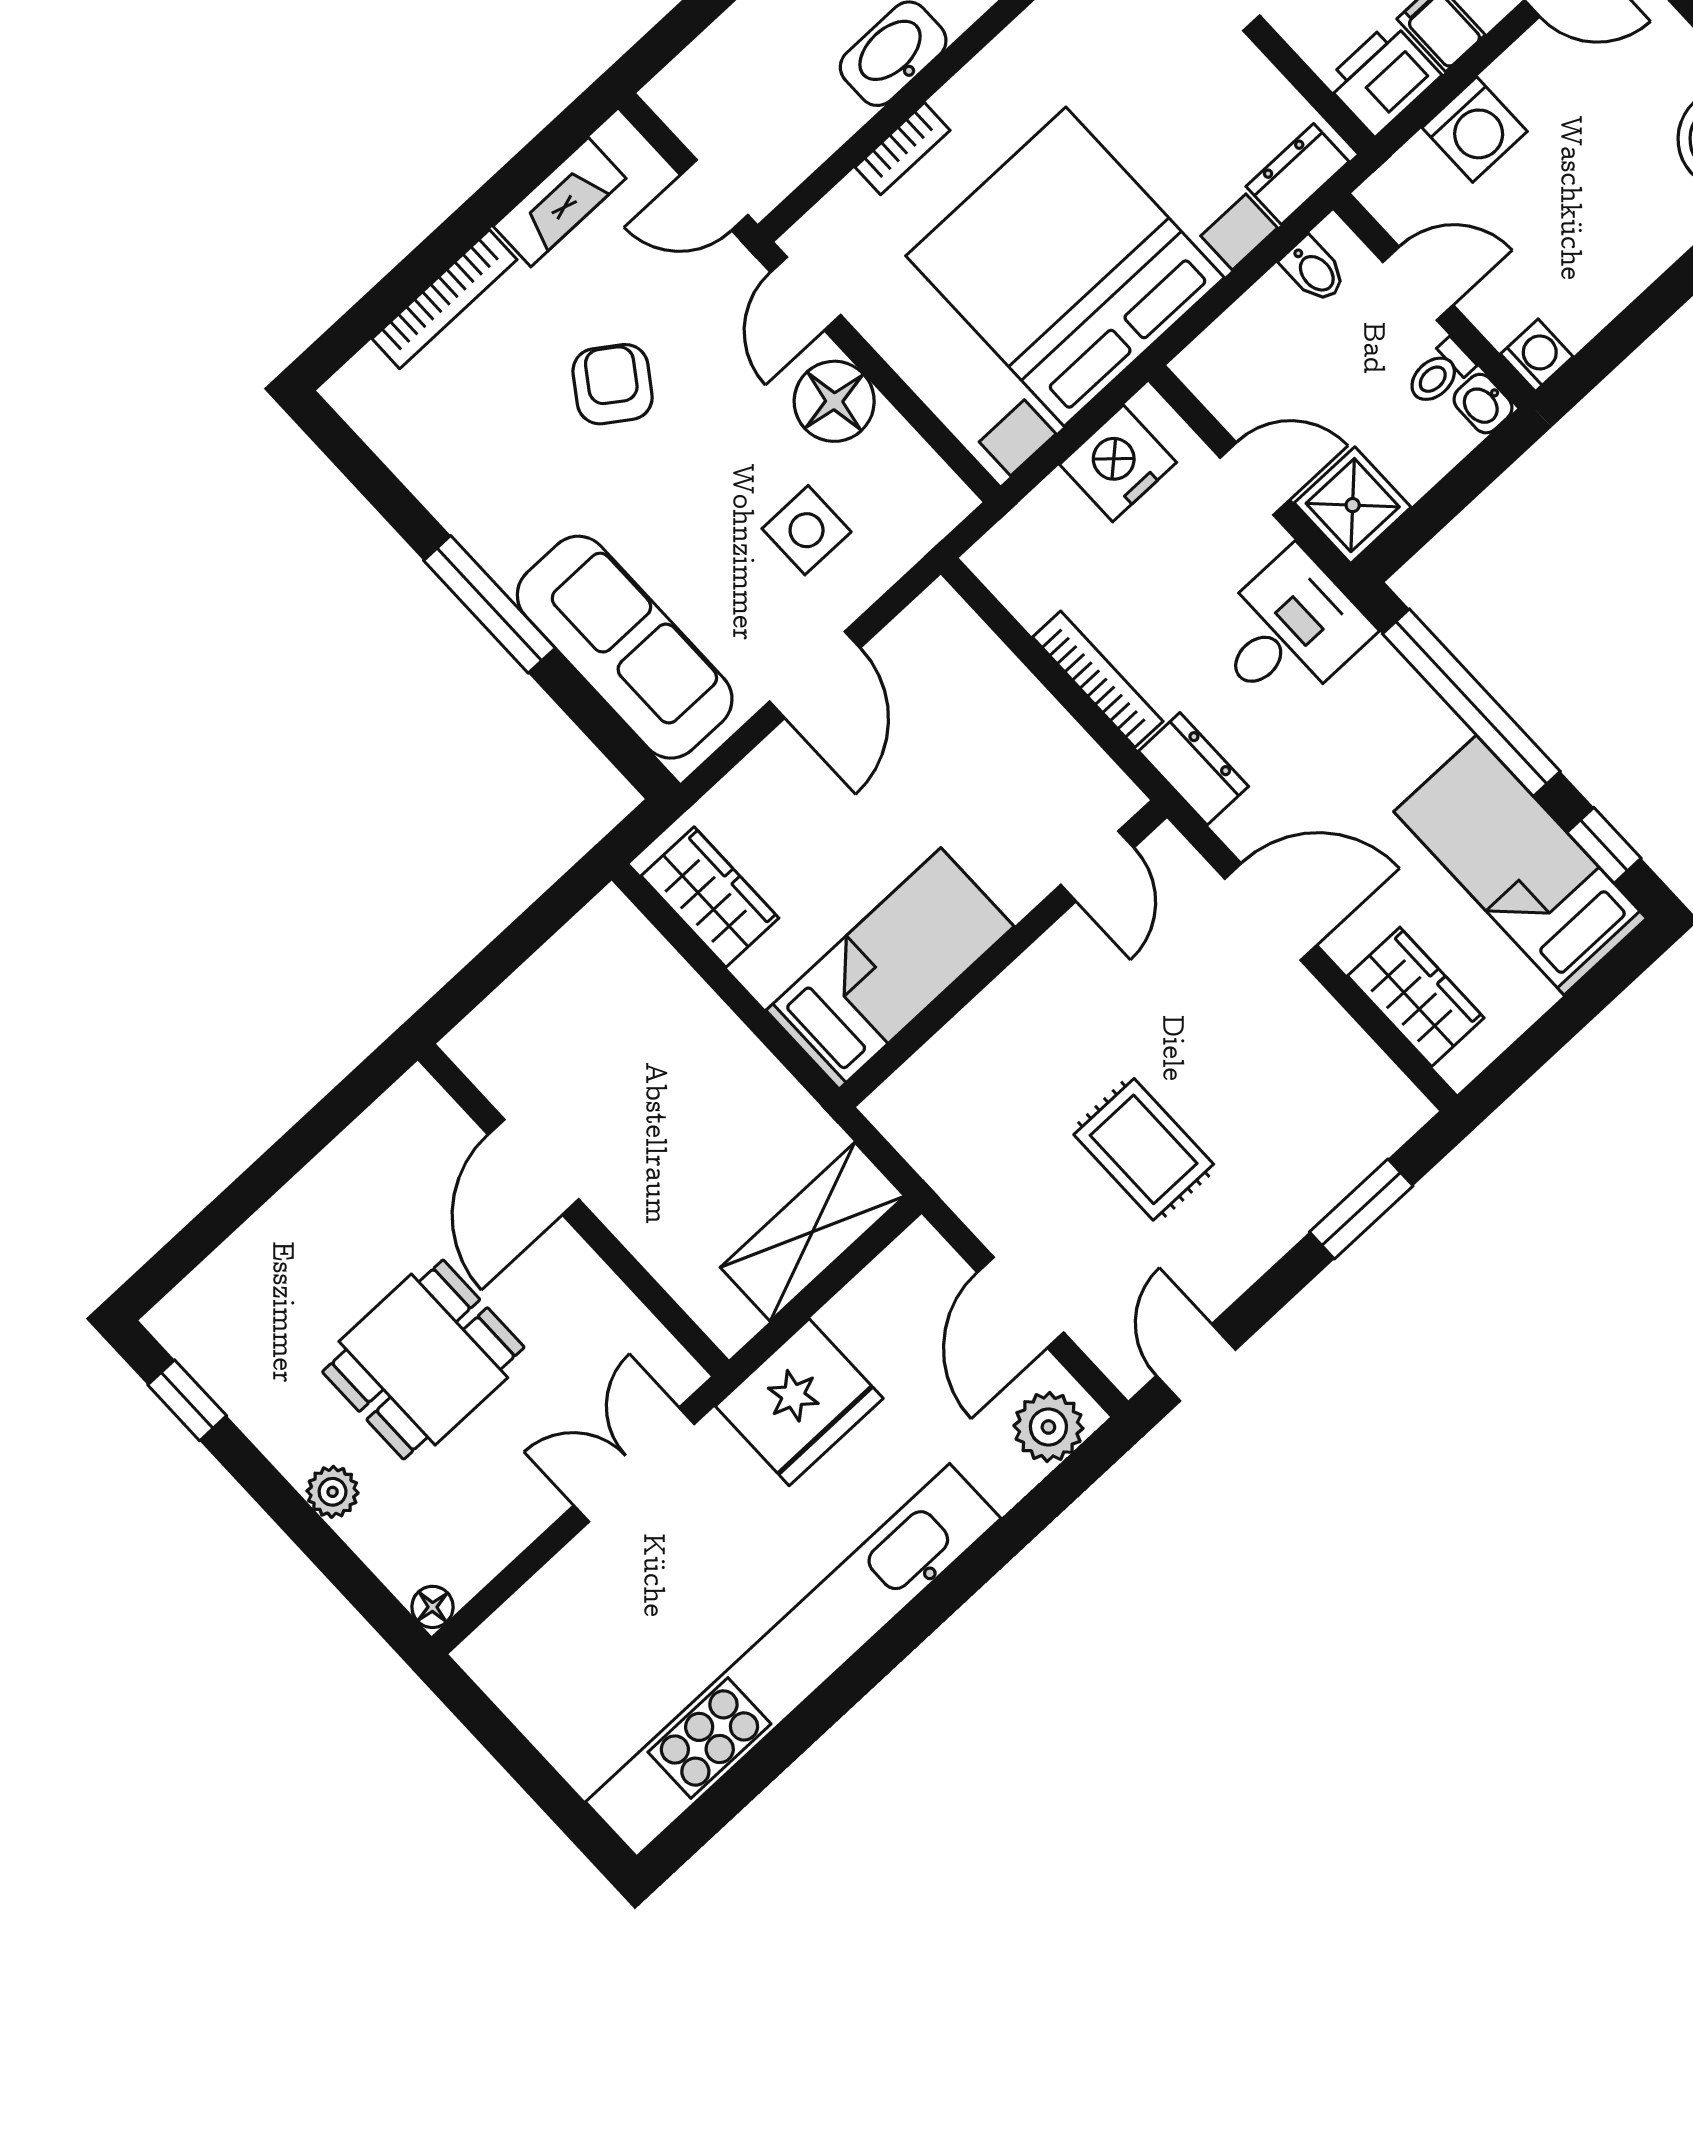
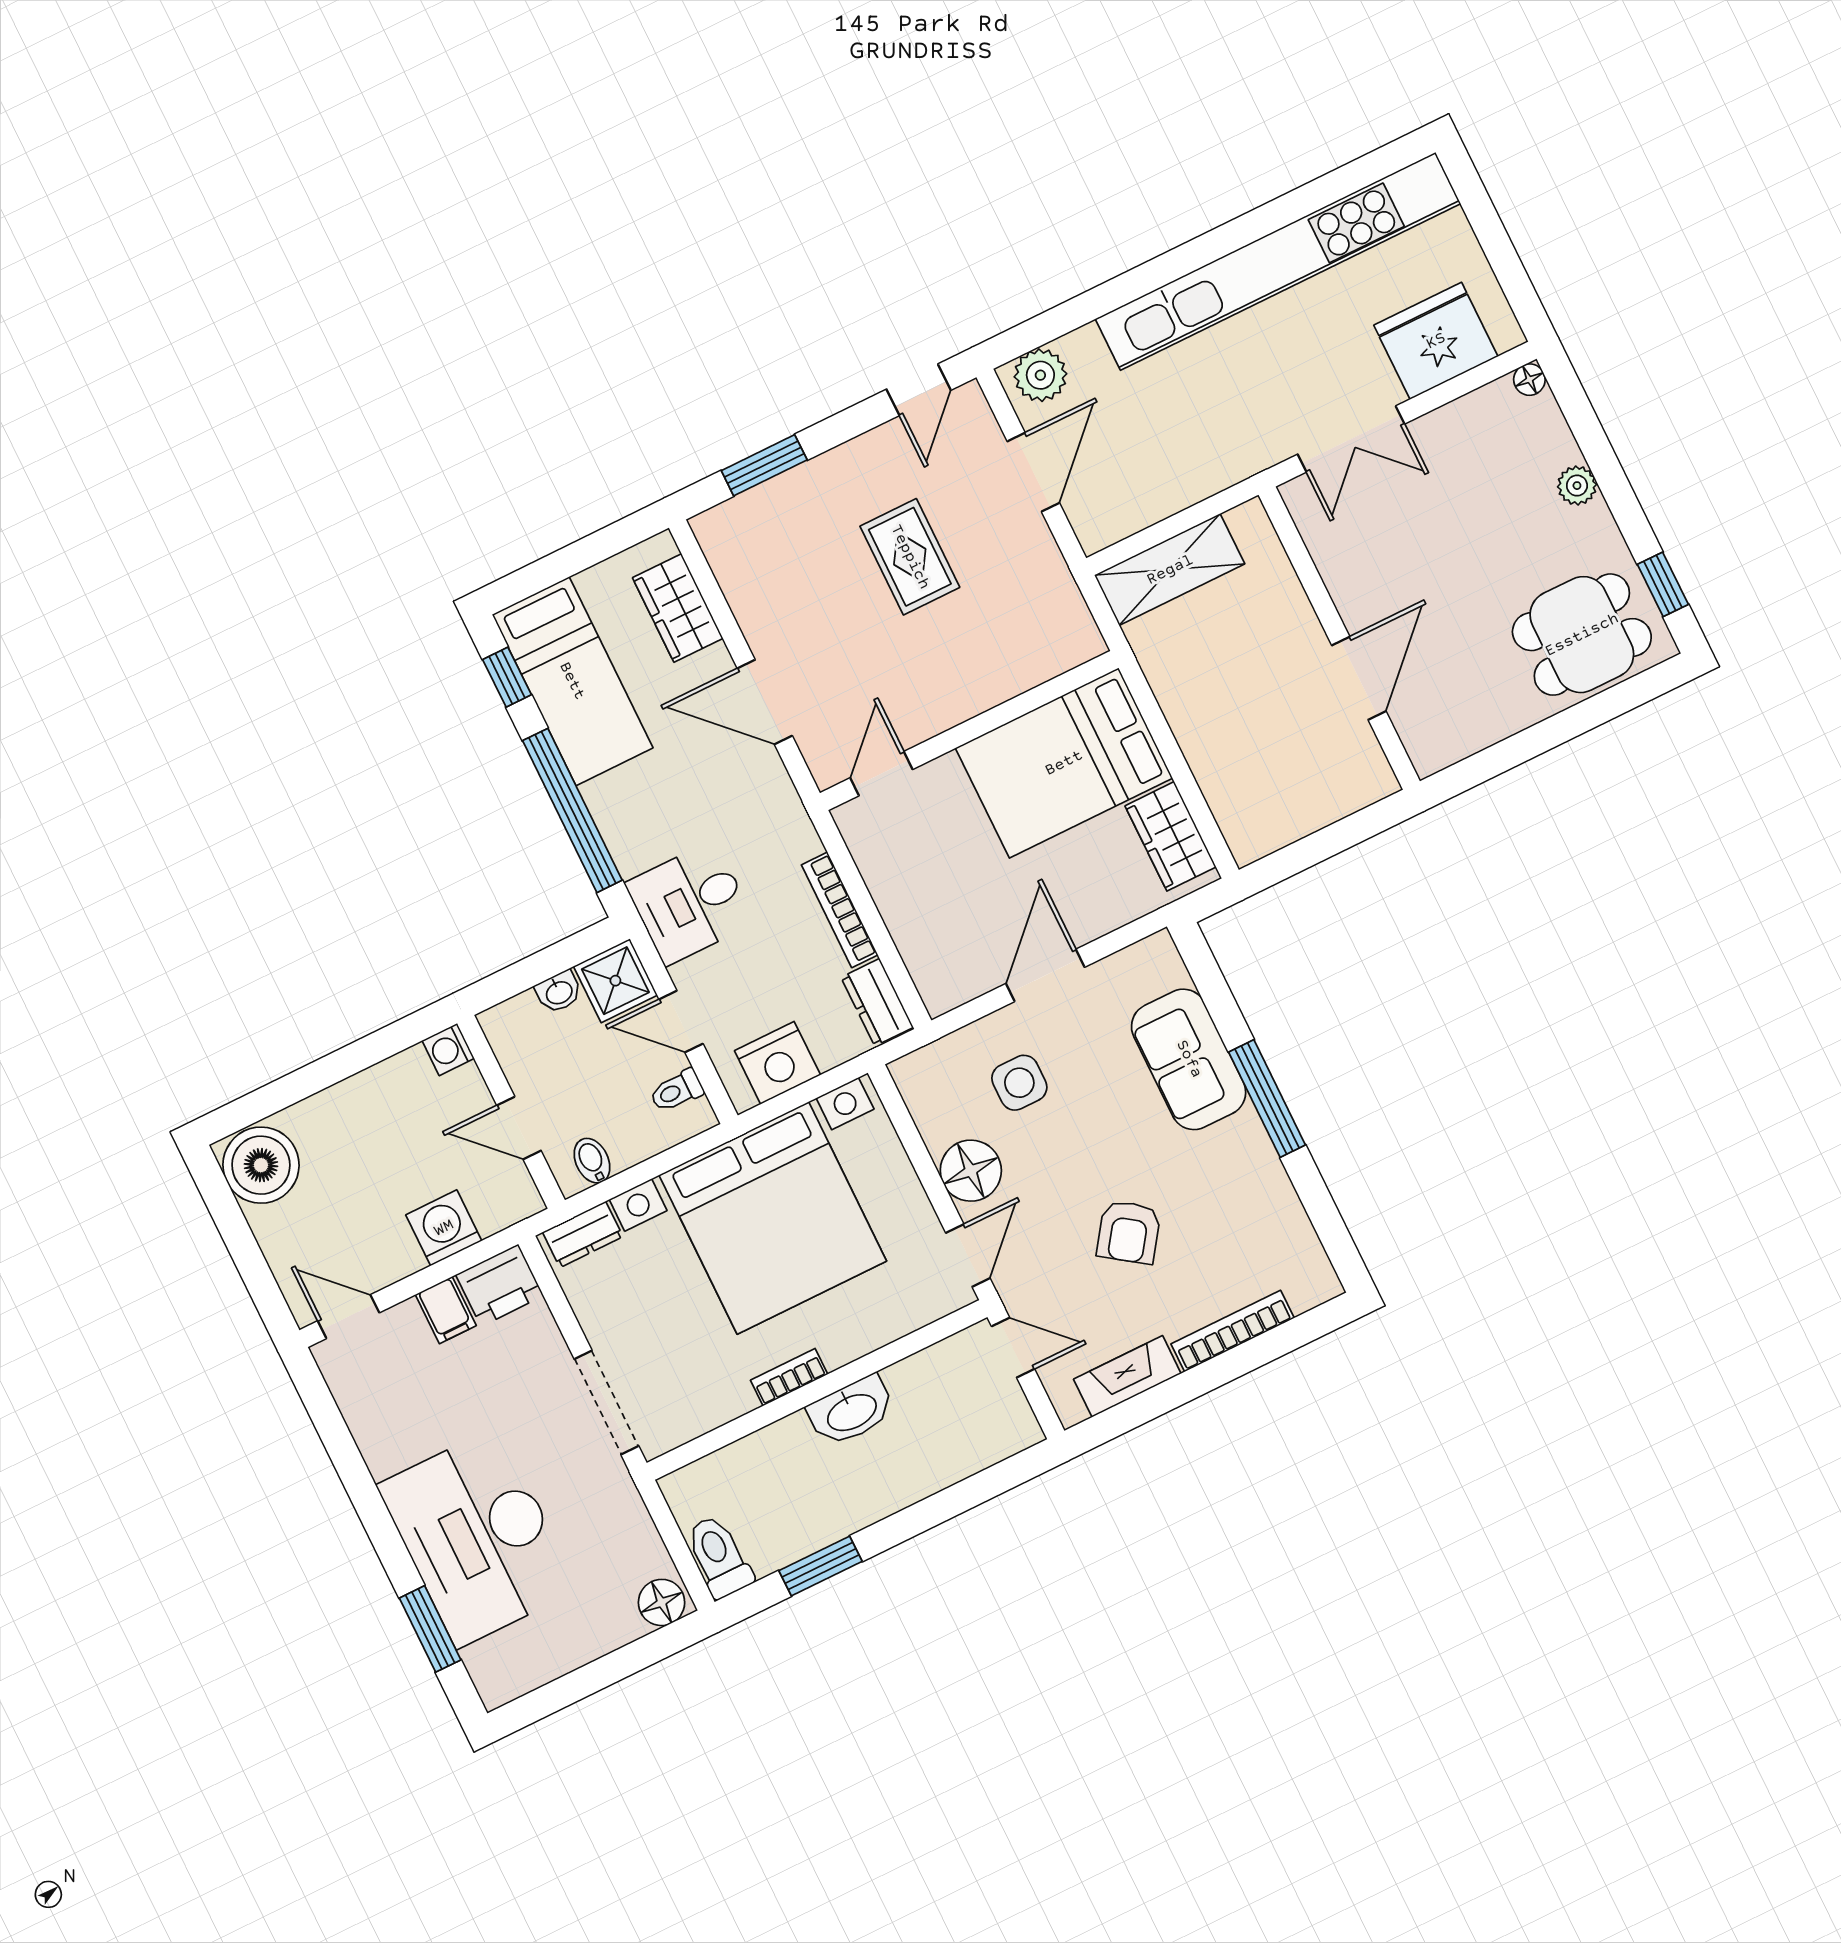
bookcase: (903, 149) -> (789, 1377), moved
toilet: (1439, 373) -> (677, 1091), moved, turned 180
washbasin: (1483, 404) -> (559, 992), moved, turned 90
sofa: (625, 647) -> (1189, 1059), width x0.73
dresser: (1194, 769) -> (877, 1002), moved
bed: (890, 968) -> (1064, 763), width x1.50
dining table: (423, 1360) -> (1582, 635), moved
fridge: (799, 1402) -> (1436, 341), moved

